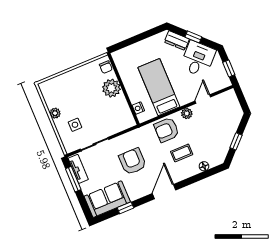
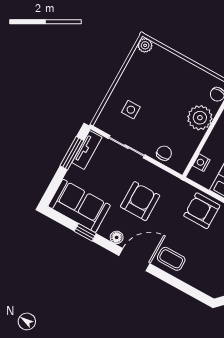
plant: (55, 113) -> (145, 45), moved
chair: (116, 125) -> (164, 153), added
coffee table: (182, 153) -> (171, 259), moved
floor lamp: (204, 166) -> (117, 237), moved

